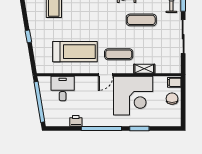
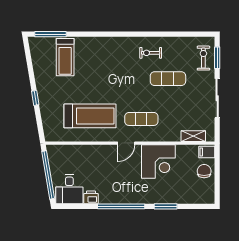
shelving: (144, 69) -> (193, 136), moved
desk: (63, 88) -> (69, 189), moved, turned 180
corner desk: (133, 96) -> (158, 161), width x0.74, depth x0.74

